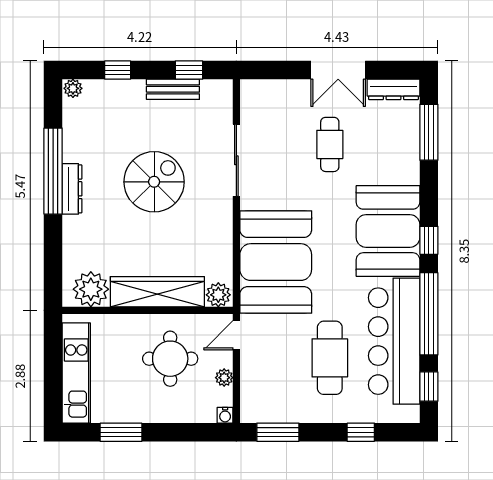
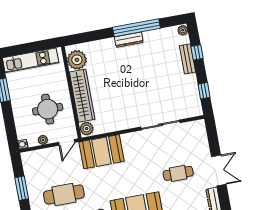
double door: (338, 70) -> (219, 170), swing flipped
bench: (173, 89) -> (187, 59), moved
spiral stairs: (154, 182) -> (141, 83), removed
booth: (276, 262) -> (101, 152), width x0.73, depth x0.70
door: (236, 335) -> (67, 142), swing flipped
window: (278, 432) -> (22, 188), moved

